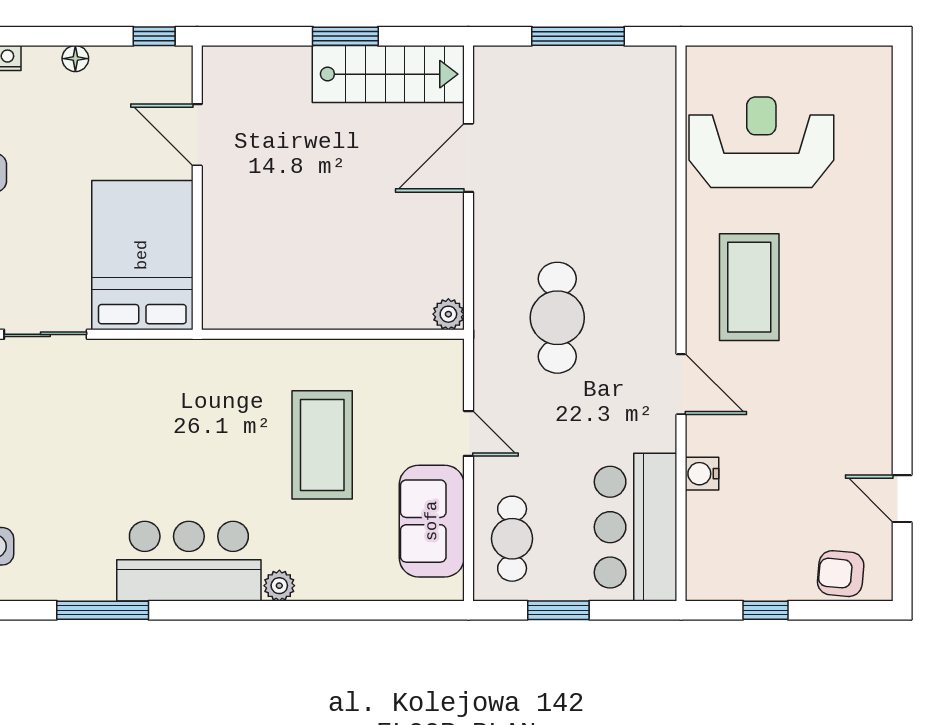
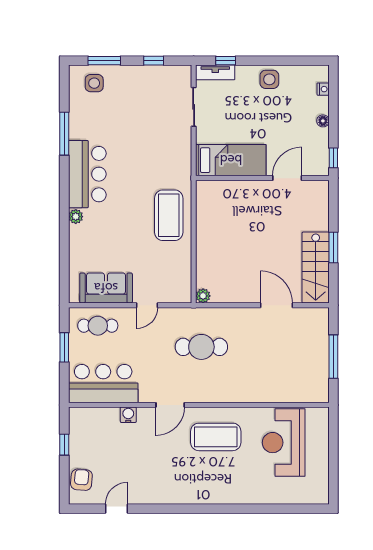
reception desk: (761, 142) -> (284, 443), turned 180
bed: (142, 255) -> (231, 160), width x0.67
coffee table: (322, 445) -> (169, 215), moved, turned 90

